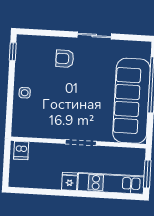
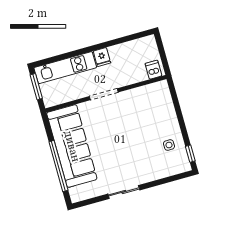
armchair: (65, 59) -> (143, 163), removed
side table: (25, 93) -> (169, 145), moved

